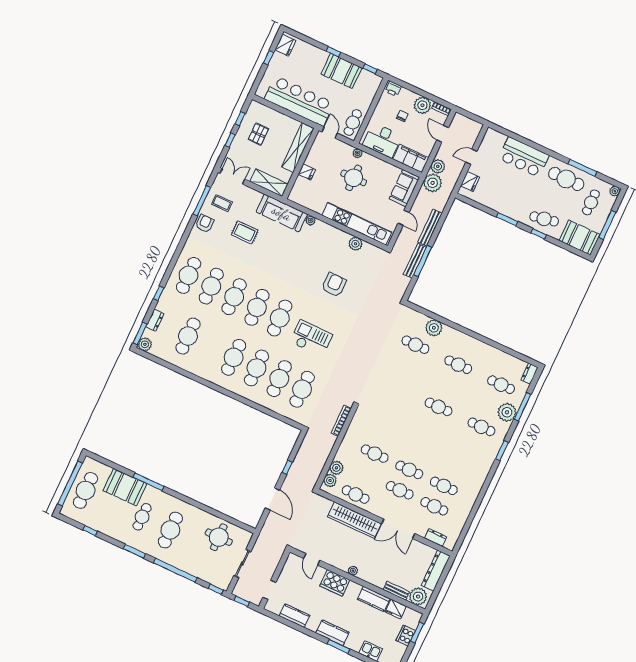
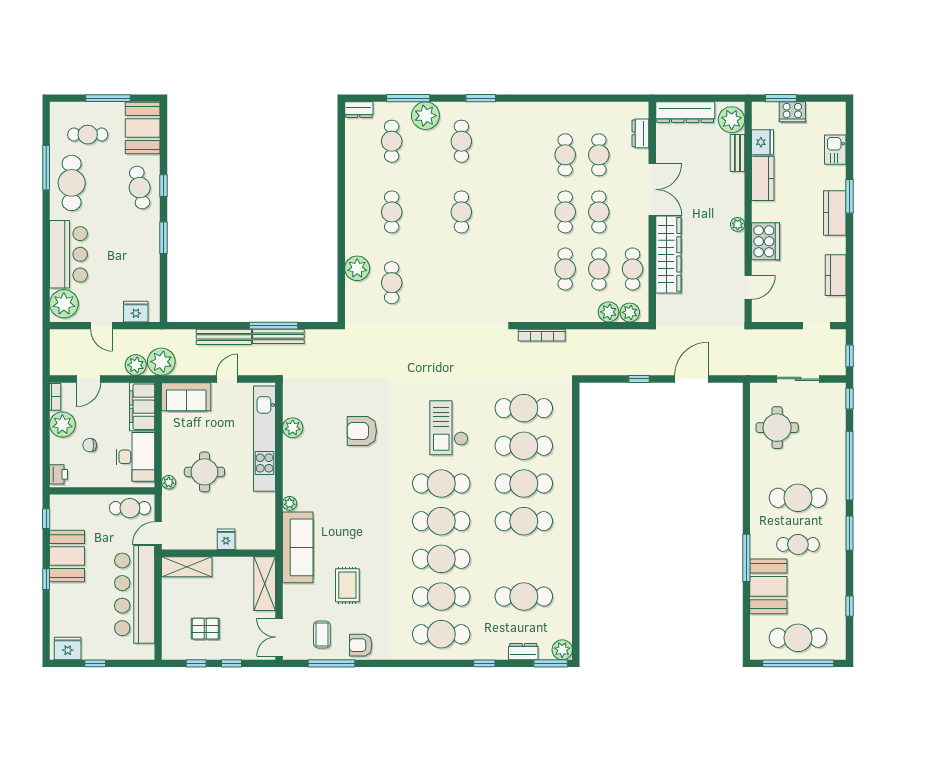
shelving: (298, 147) -> (187, 567), width x0.68
plant: (615, 191) -> (64, 304), moved, width x1.88, depth x1.88
cafe table: (365, 474) -> (599, 269), added

